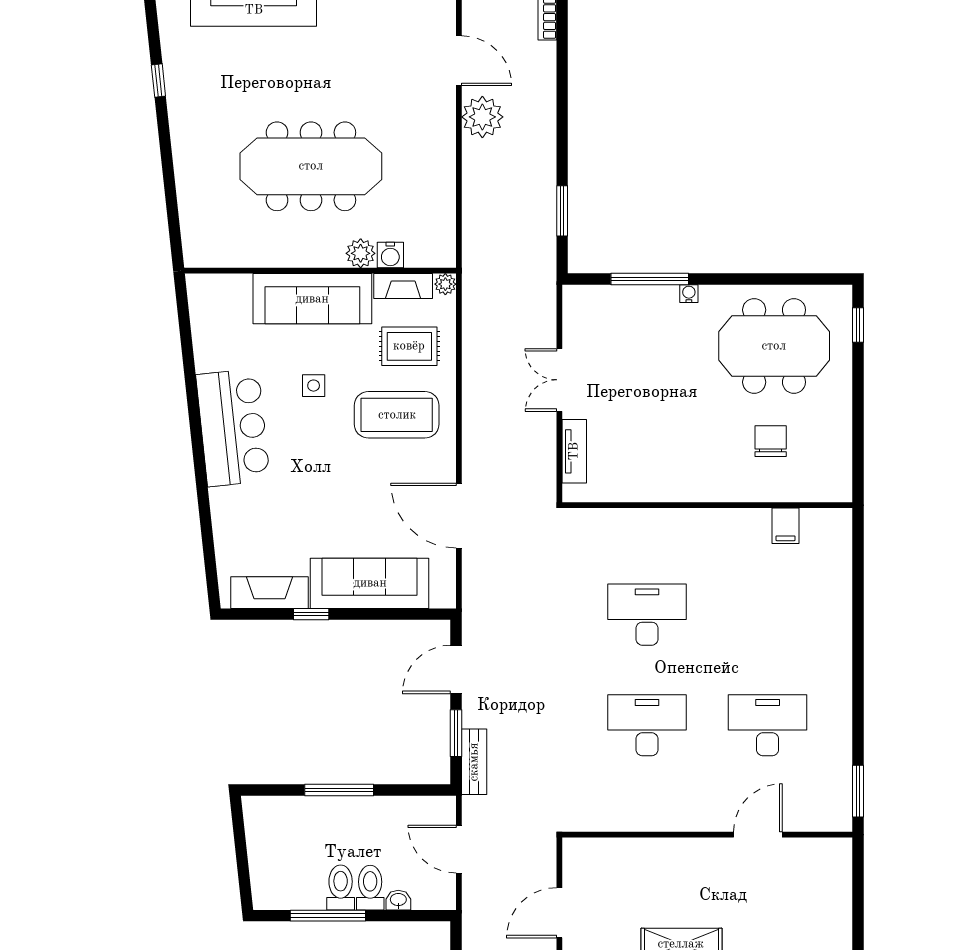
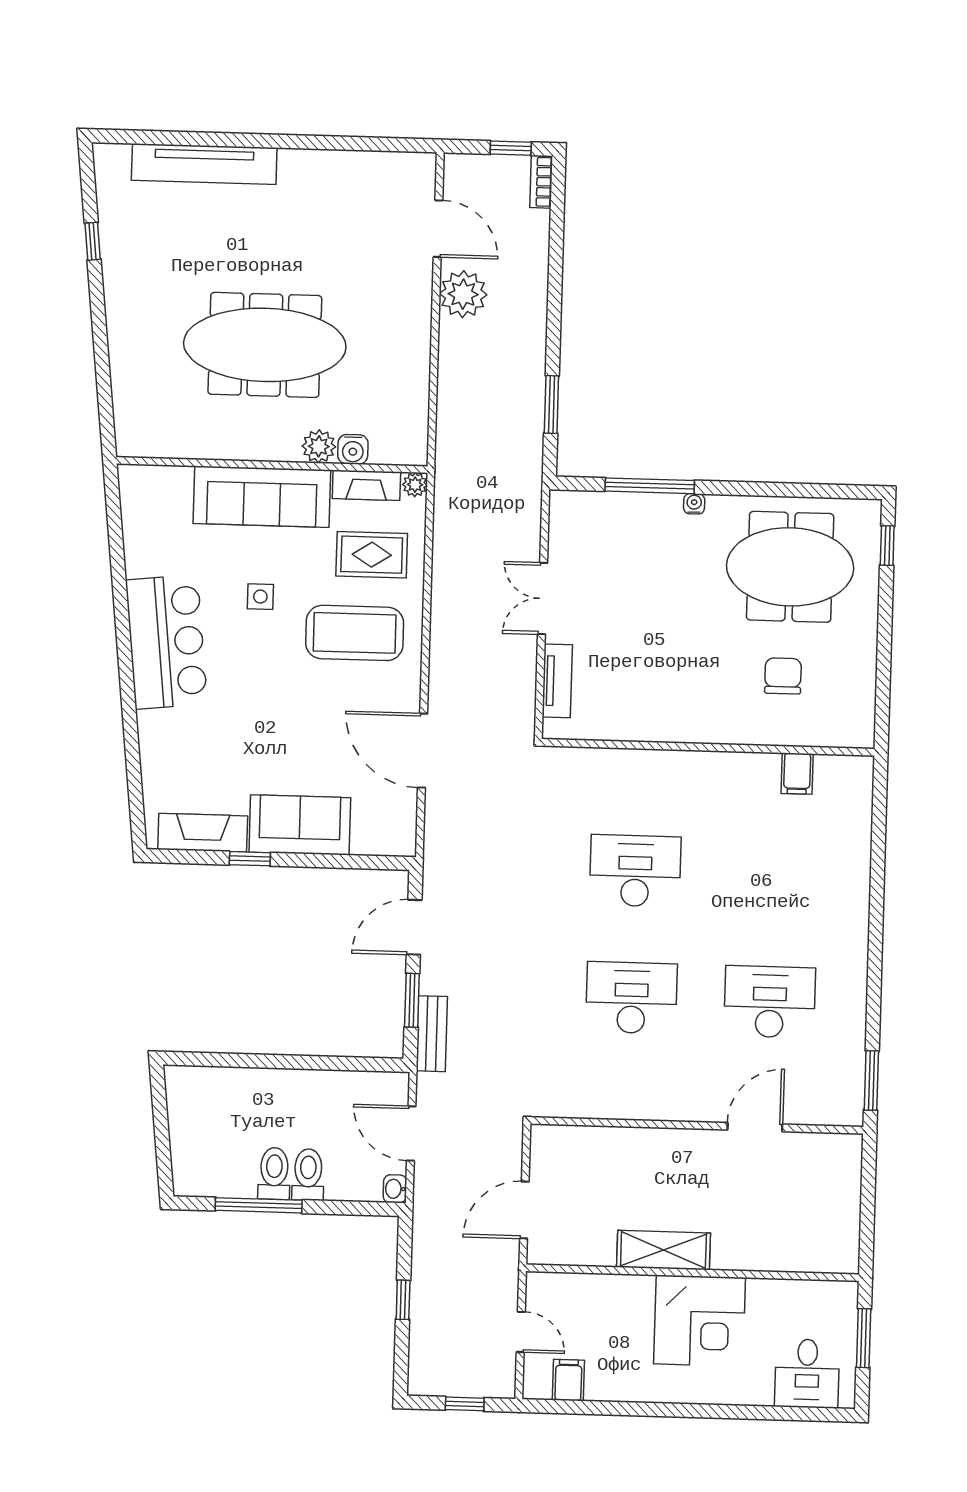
sofa: (370, 583) -> (300, 825), width x0.73
window: (339, 790) -> (276, 1062), removed
washbasin: (398, 900) -> (395, 1189), moved, turned -90

